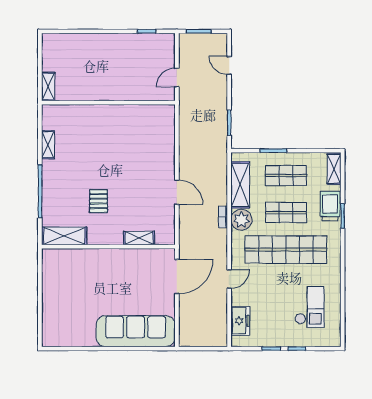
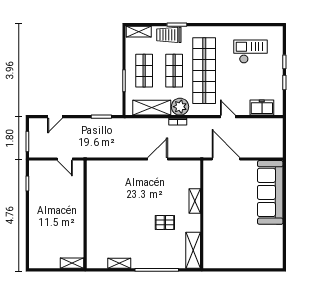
shelving: (139, 238) -> (195, 201), moved

